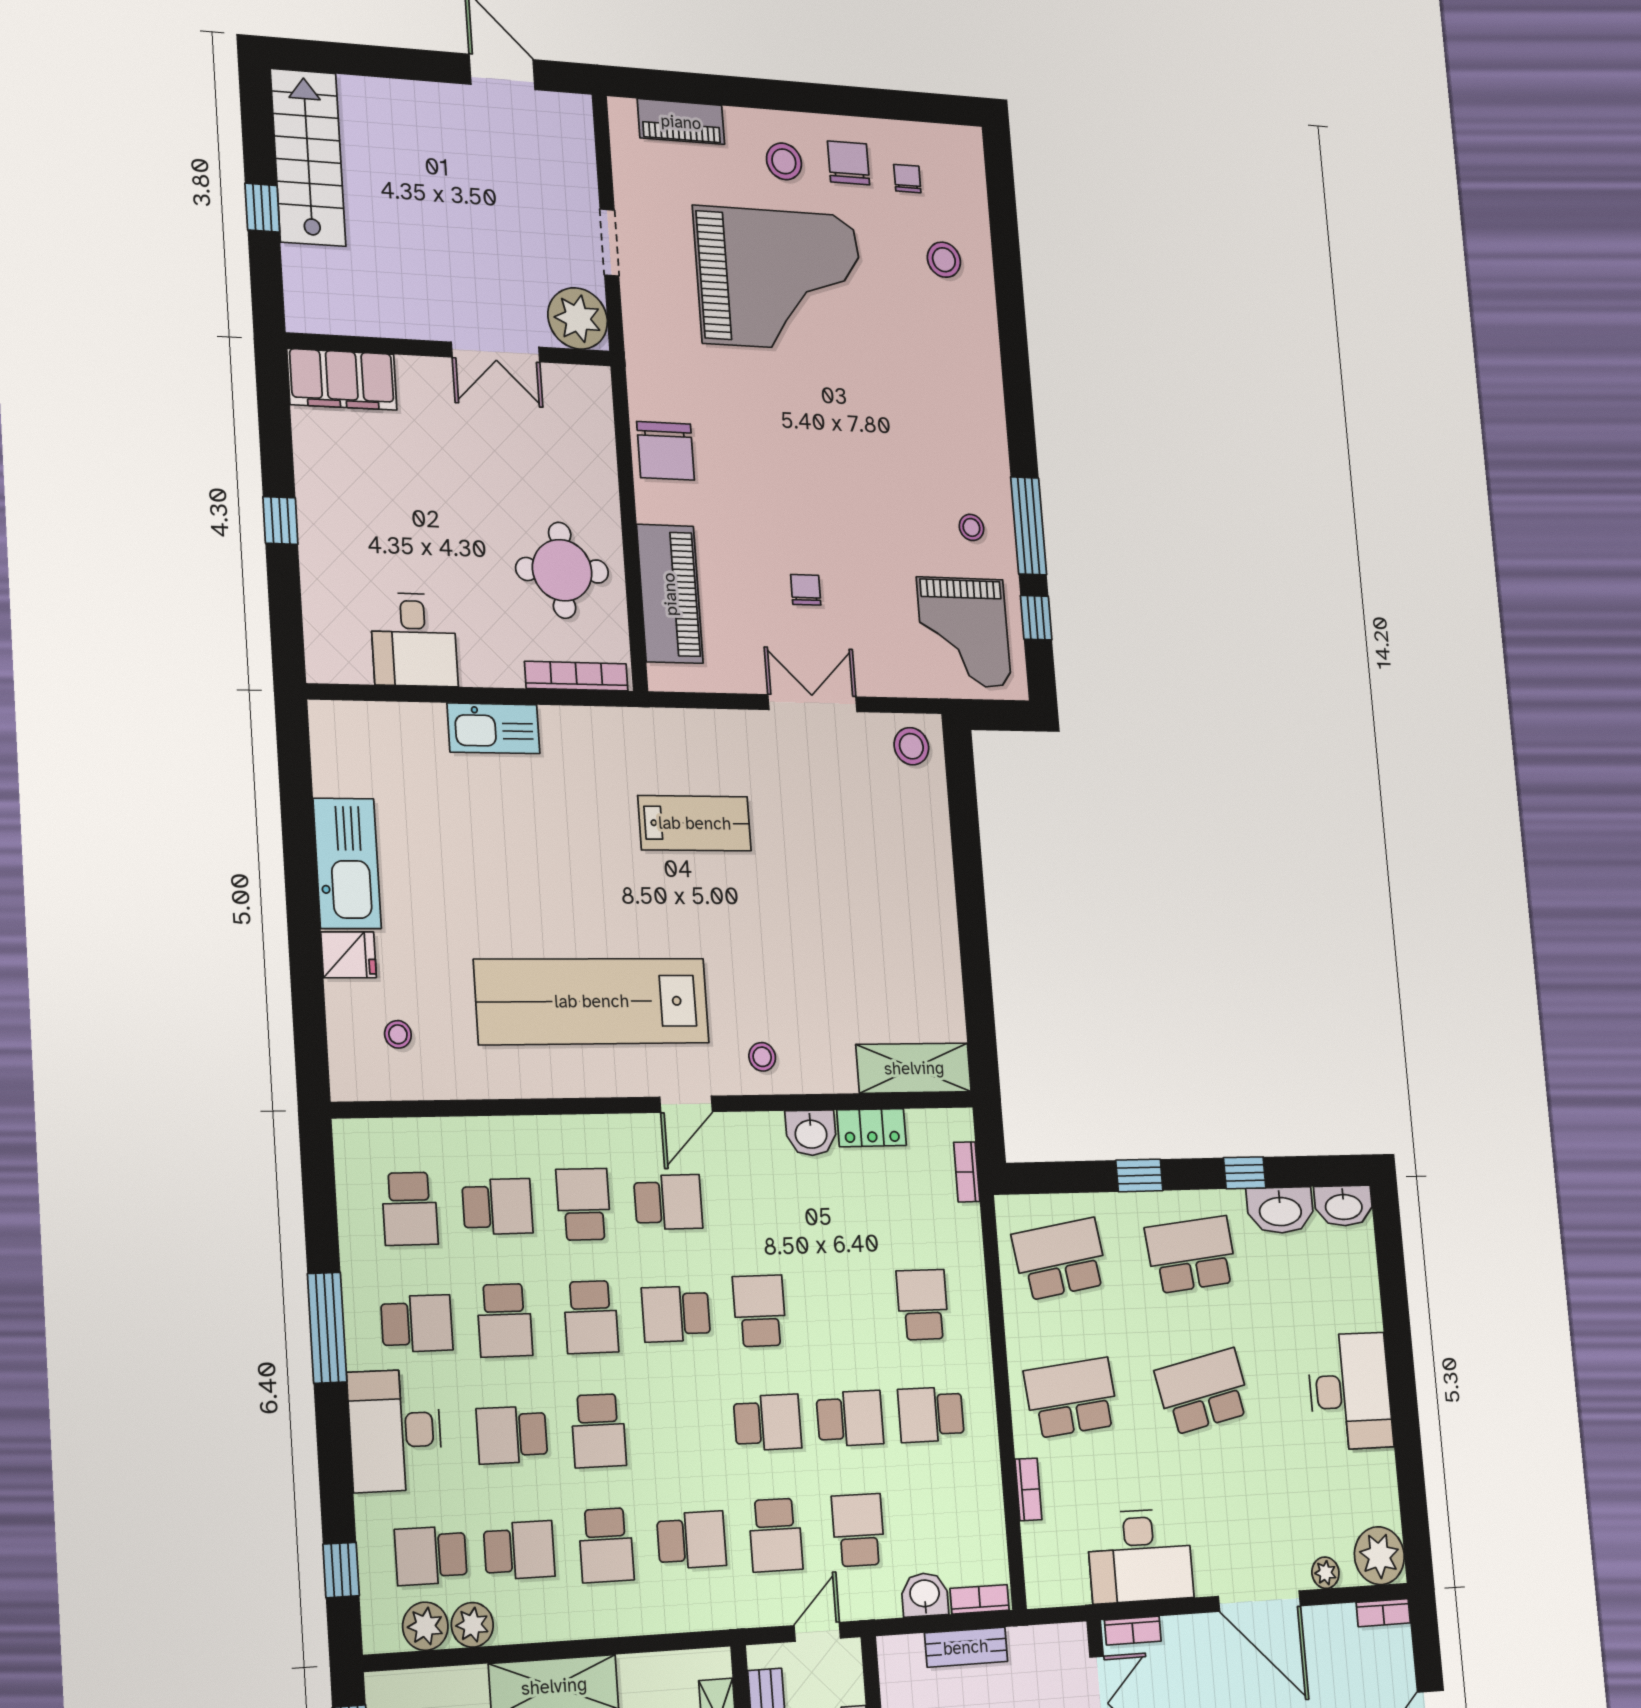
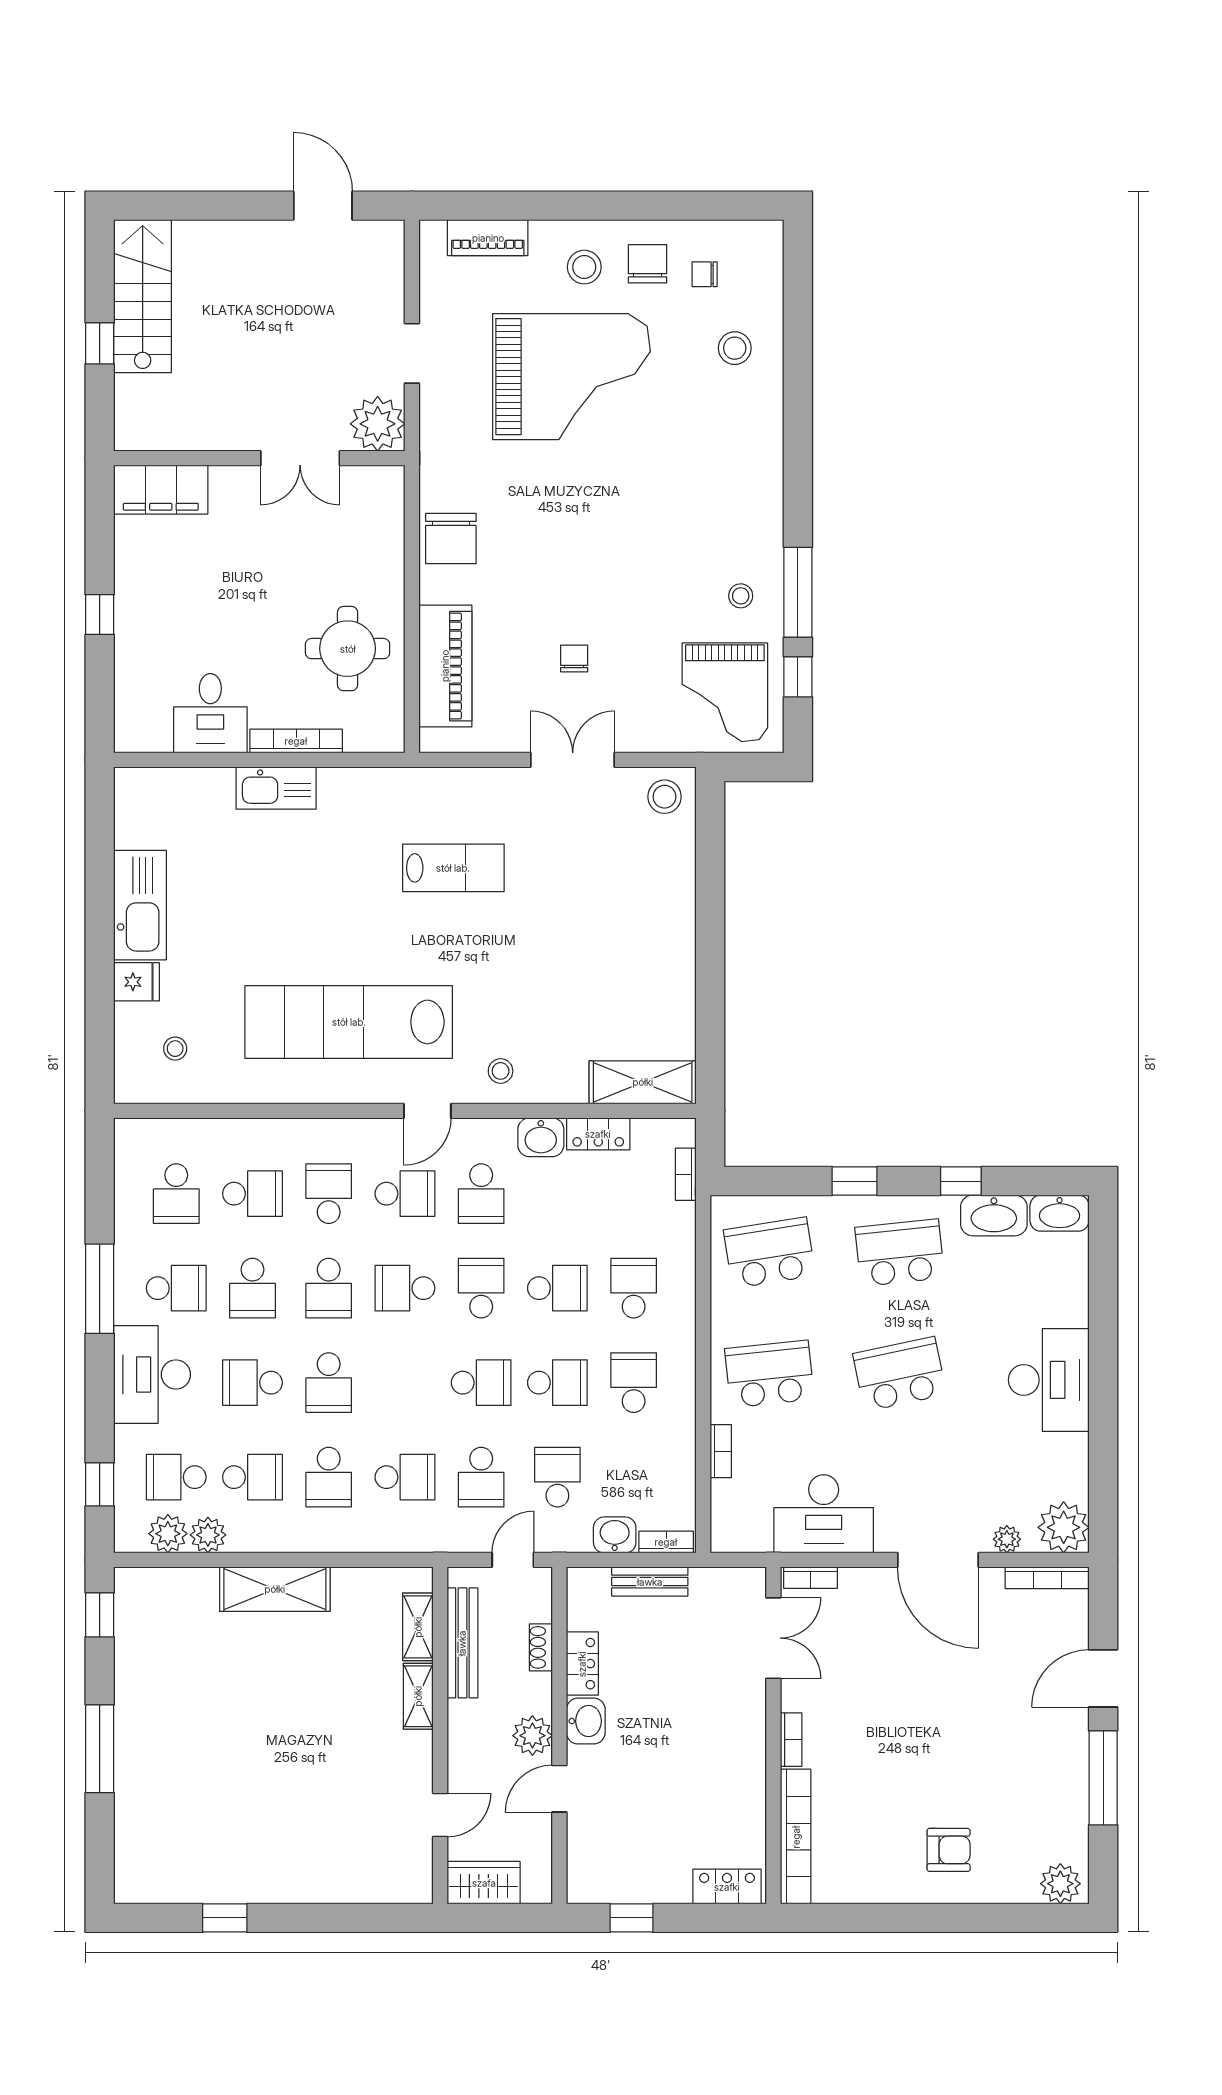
chair: (907, 179) -> (705, 274), turned -90
bookcase: (576, 676) -> (296, 741), moved
school desk: (752, 1200) -> (481, 1194), added
school desk: (842, 1308) -> (557, 1288), added
school desk: (931, 1415) -> (634, 1383), turned 90
bookcase: (1383, 1613) -> (1047, 1578), width x1.56

